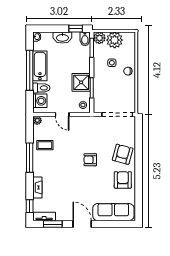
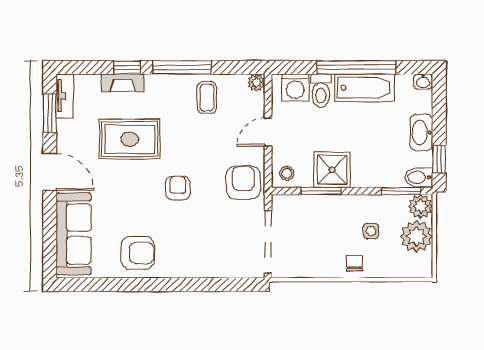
armchair: (123, 154) -> (243, 183), moved, turned -105
rug: (66, 184) -> (130, 139), added
window: (30, 206) -> (127, 67), moved
door: (82, 224) -> (50, 172), hinge flipped

